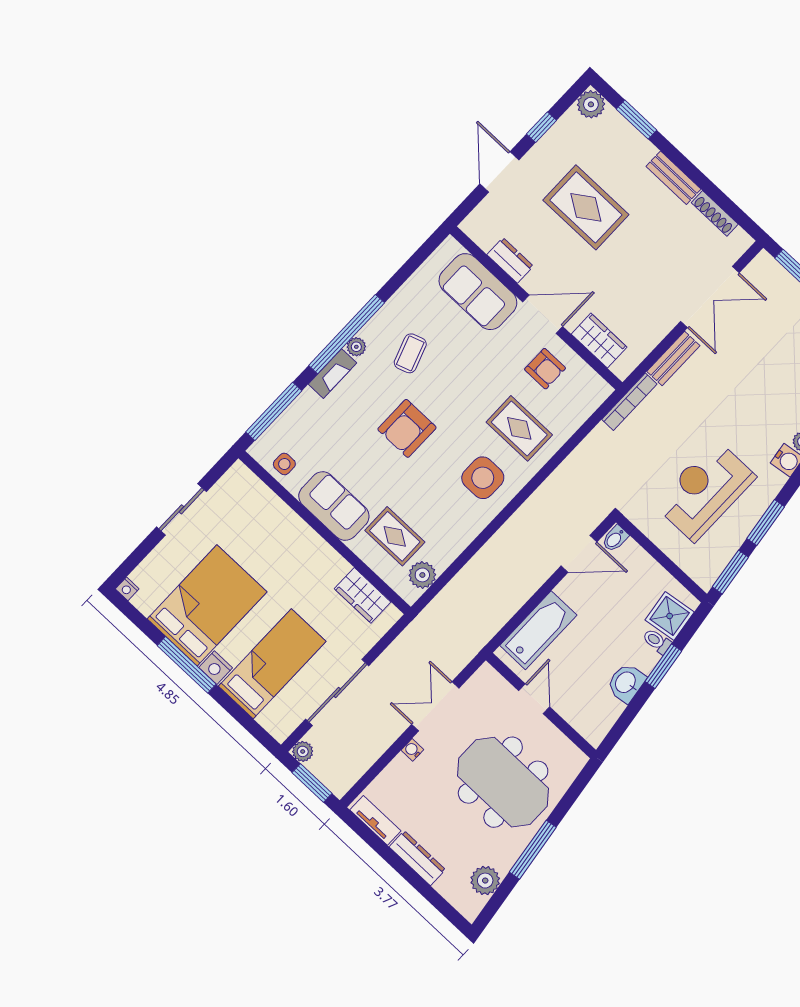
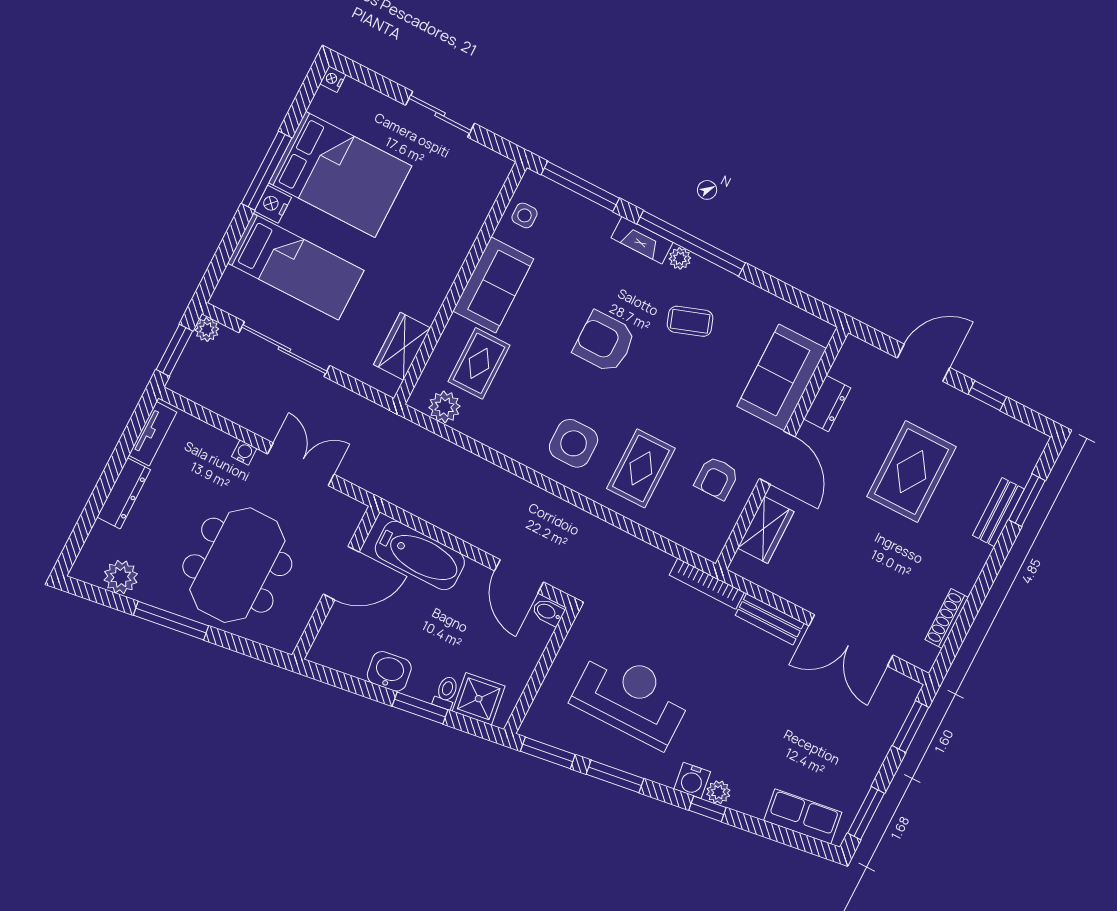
plant: (591, 104) -> (1029, 444), removed
bench: (674, 178) -> (998, 512), moved
door: (534, 699) -> (341, 573), width x1.38

